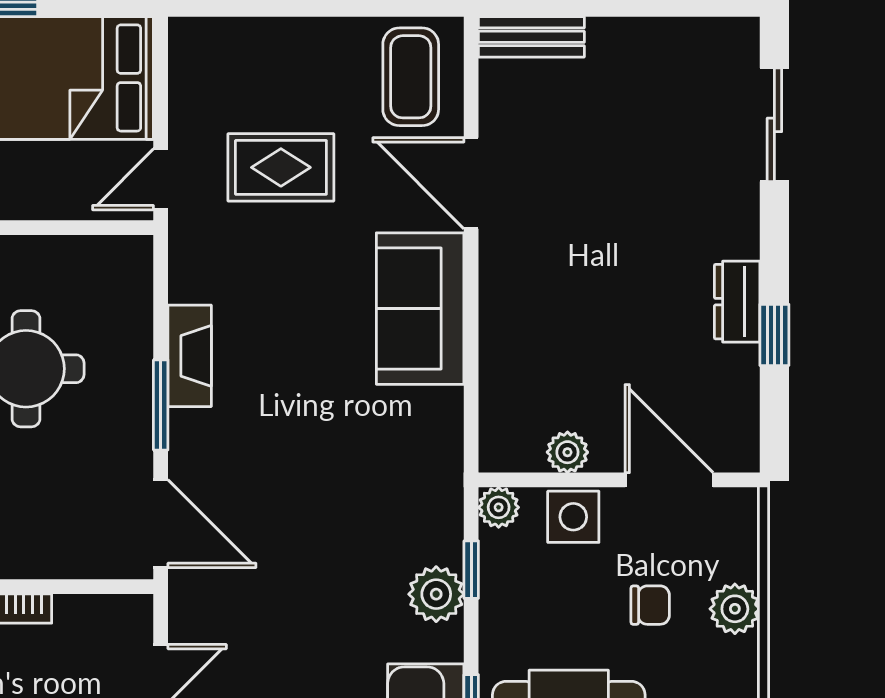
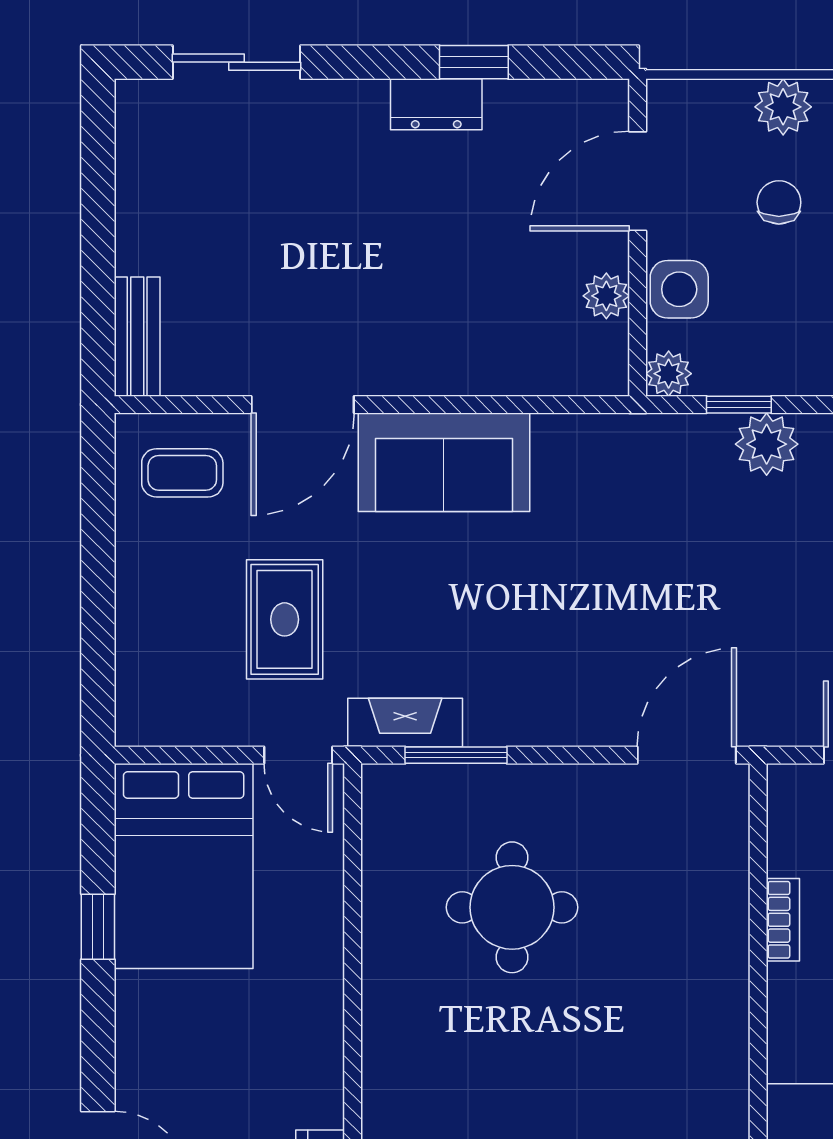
coffee table: (411, 77) -> (182, 473), width x0.73, depth x0.77
fireplace: (190, 356) -> (405, 722), moved
window: (161, 405) -> (456, 755), moved

